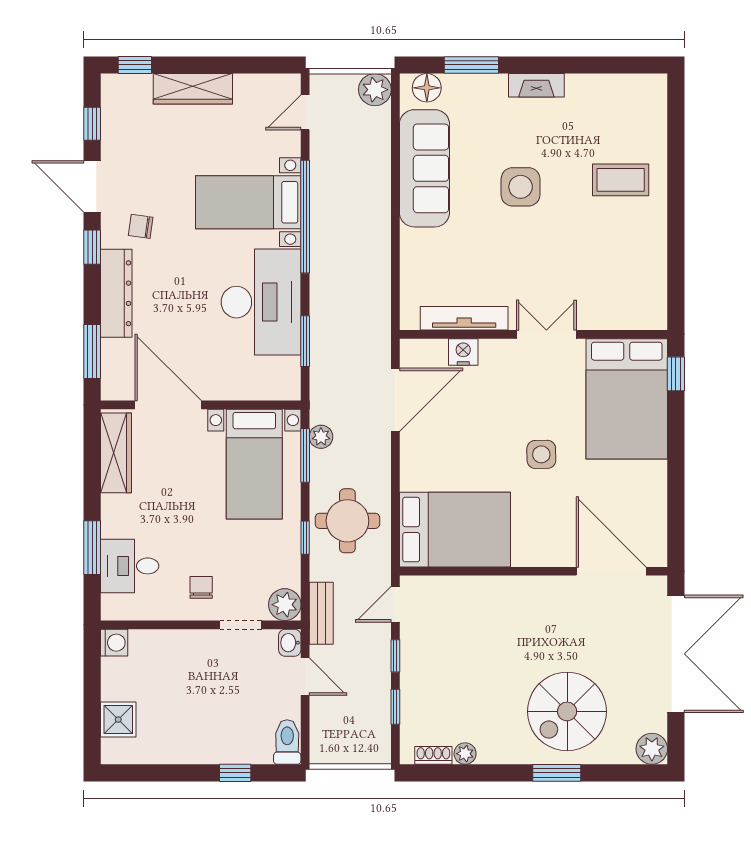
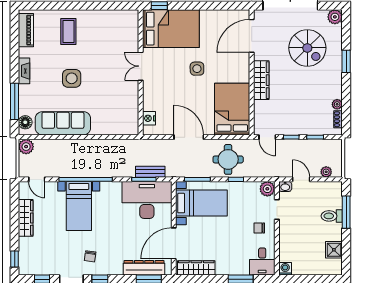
window: (471, 65) -> (15, 101), width x1.44
wardrobe: (193, 89) -> (26, 218), moved
piano: (624, 89) -> (26, 30), added
dresser: (116, 293) -> (144, 268), moved
desk: (261, 302) -> (147, 200), moved
tv unit: (464, 318) -> (133, 105), removed
nightstand: (463, 352) -> (149, 118), moved
door: (395, 400) -> (189, 137), moved
plant: (321, 437) -> (326, 172), moved
desk: (130, 566) -> (262, 261), moved
wardrobe: (517, 592) -> (261, 80), added
bench: (321, 613) -> (150, 172), moved
door: (305, 677) -> (301, 179), hinge flipped
spiral stairs: (567, 711) -> (307, 48), moved
shower: (118, 720) -> (334, 250), moved
toilet: (287, 742) -> (332, 216), moved
window: (235, 773) -> (346, 212), width x2.17

